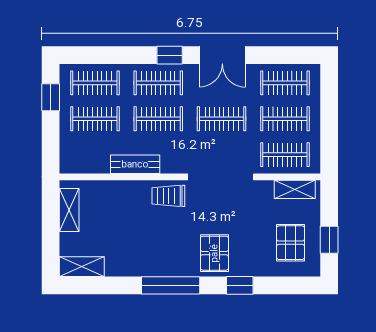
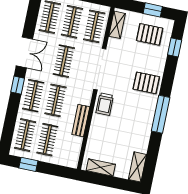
window: (240, 285) -> (175, 47), moved

